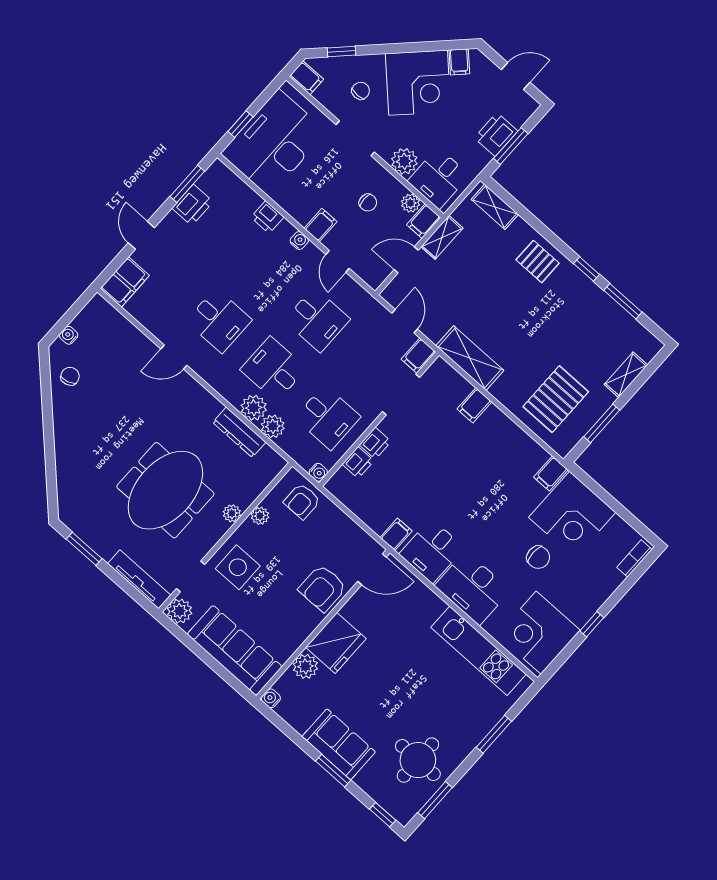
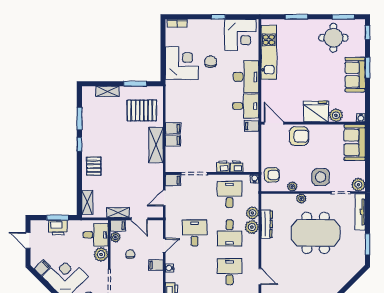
shelving: (470, 358) -> (156, 145), moved
filing cabinet: (551, 473) -> (173, 128), moved
sofa: (235, 650) -> (355, 142), width x0.73

